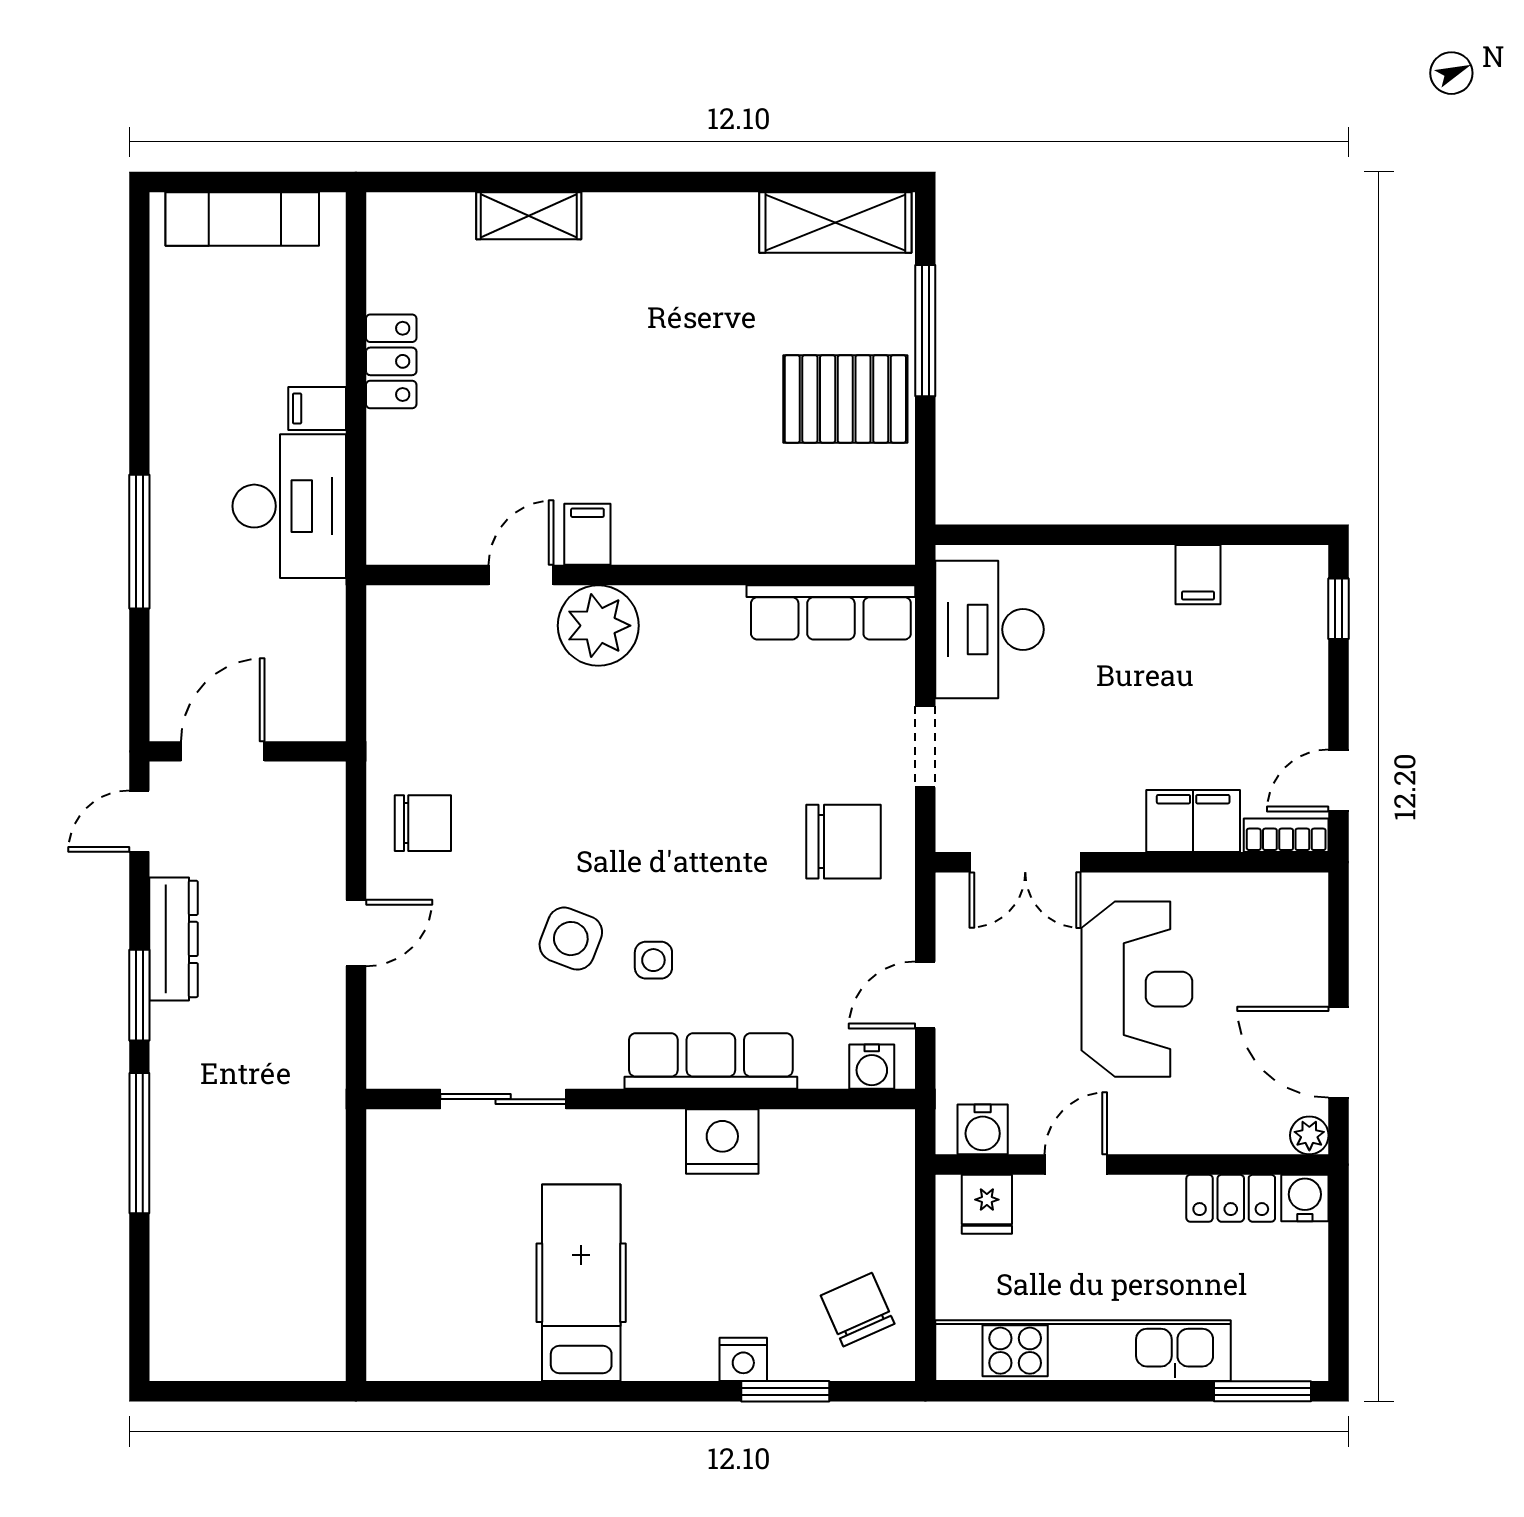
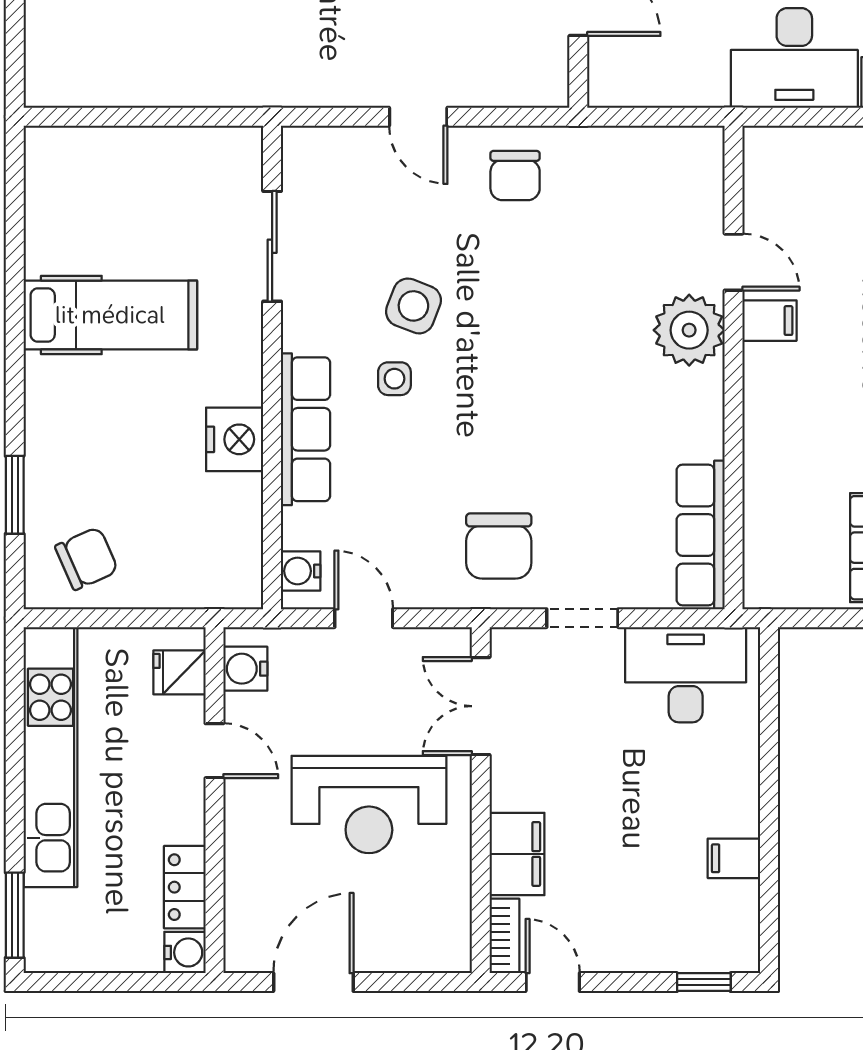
plant: (1309, 1135) -> (240, 956), removed
nightstand: (743, 1359) -> (43, 458), removed

